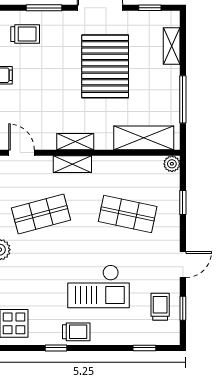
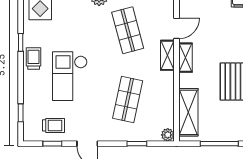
door: (22, 153) -> (177, 28), moved
trolley: (76, 332) -> (34, 58), turned 180

